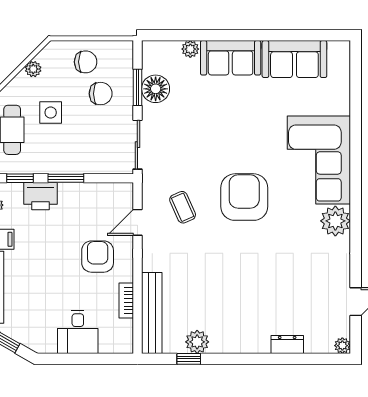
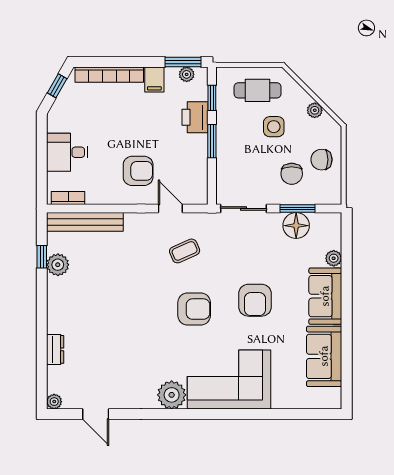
chair: (86, 62) -> (322, 160), turned 90
armchair: (235, 132) -> (255, 300), added
armchair: (244, 197) -> (194, 309), width x0.73, depth x0.73
bookcase: (126, 301) -> (68, 198), moved

